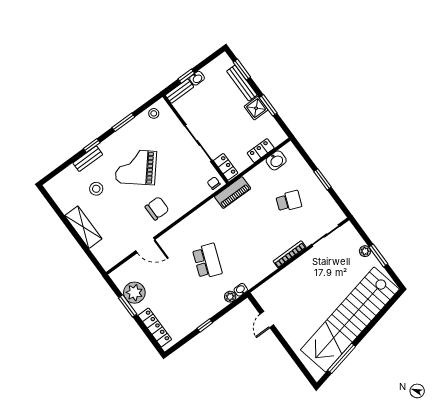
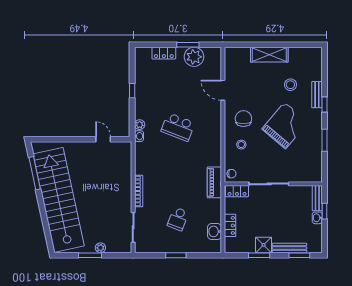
stool: (154, 113) -> (241, 145), moved
chair: (157, 208) -> (243, 119), turned 180
door: (145, 245) -> (223, 90), hinge flipped
locker: (155, 327) -> (164, 53), width x0.66

